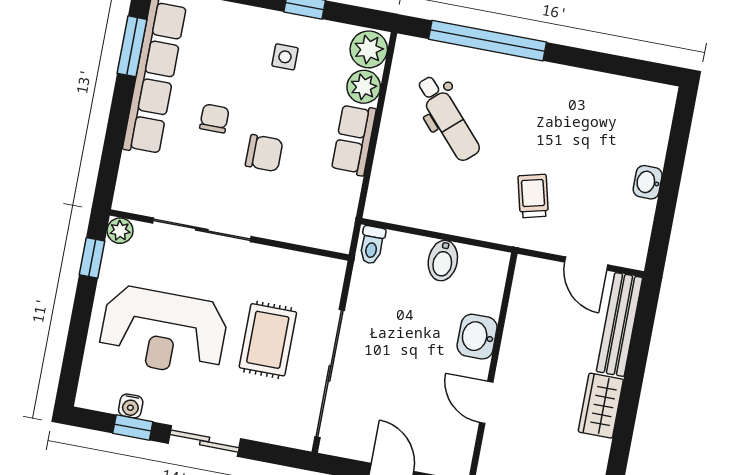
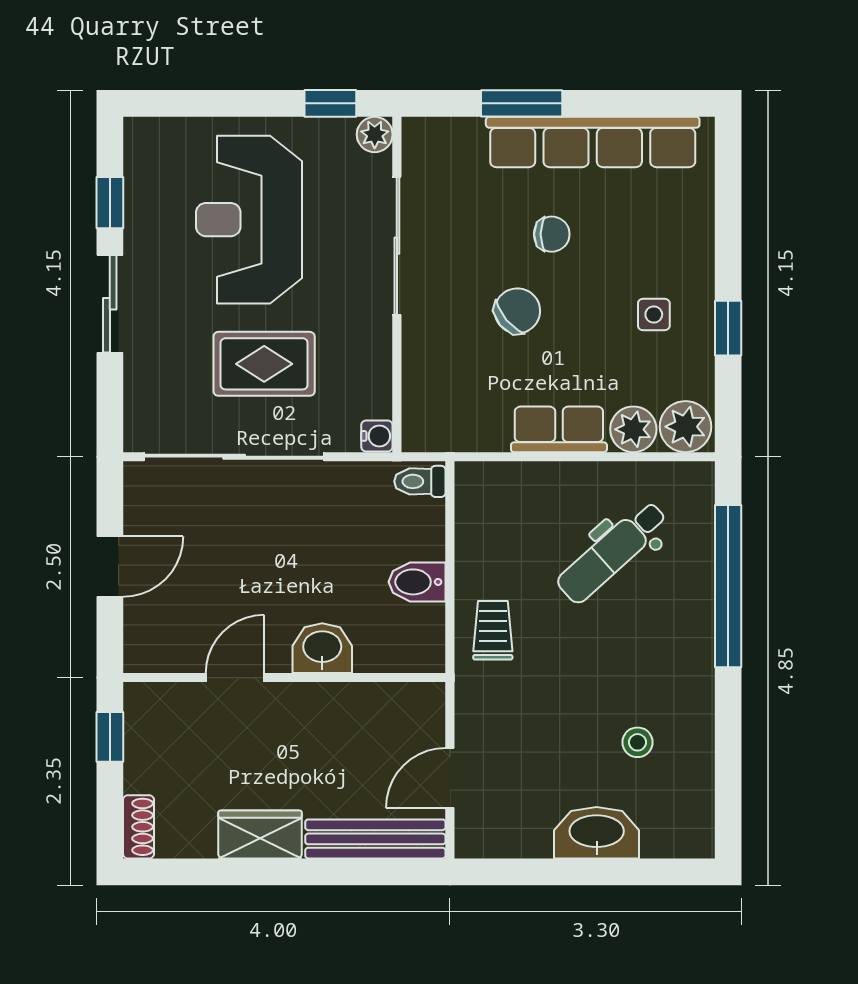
window: (132, 46) -> (522, 103), moved
stool: (586, 126) -> (638, 742), added
chair: (264, 153) -> (517, 311), turned -130
washbasin: (648, 182) -> (597, 833), width x1.91, depth x1.45
trolley: (533, 196) -> (493, 630), moved, turned -76
water cooler: (131, 406) -> (377, 436), moved, turned 180

